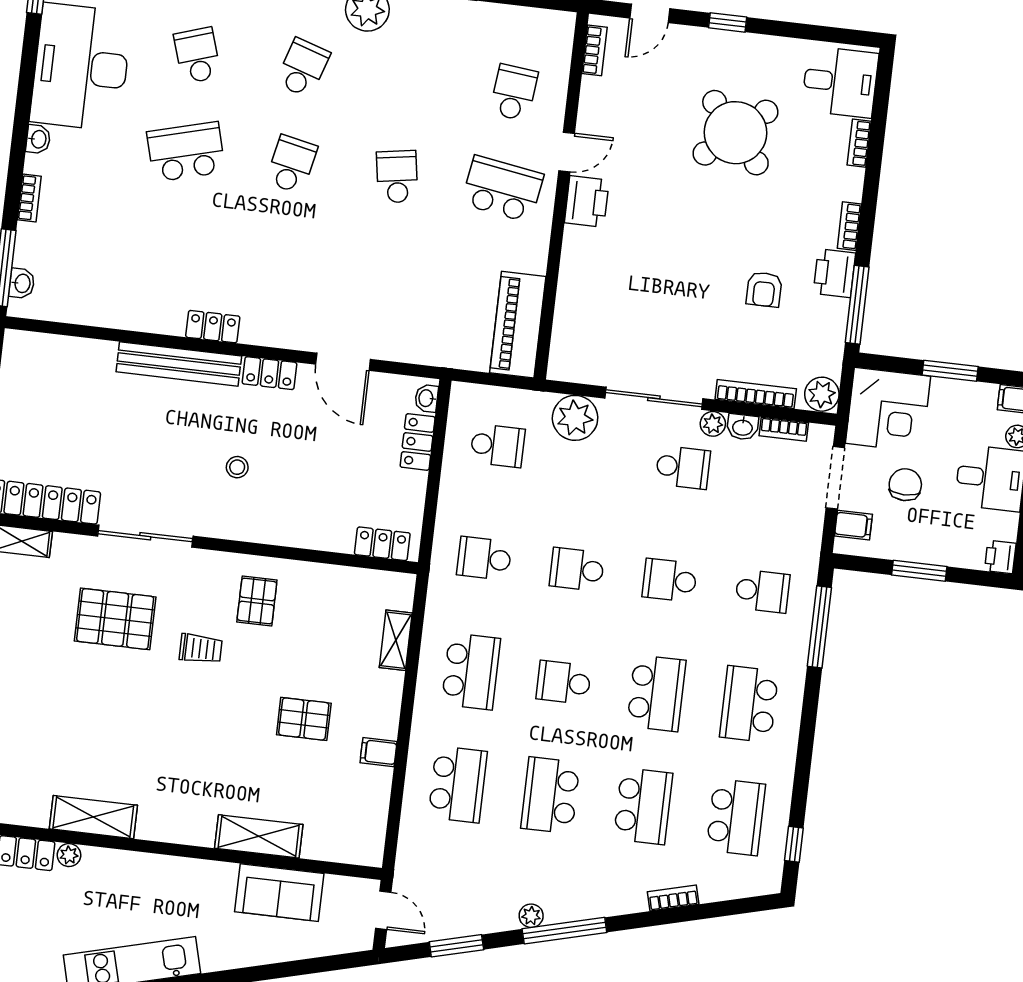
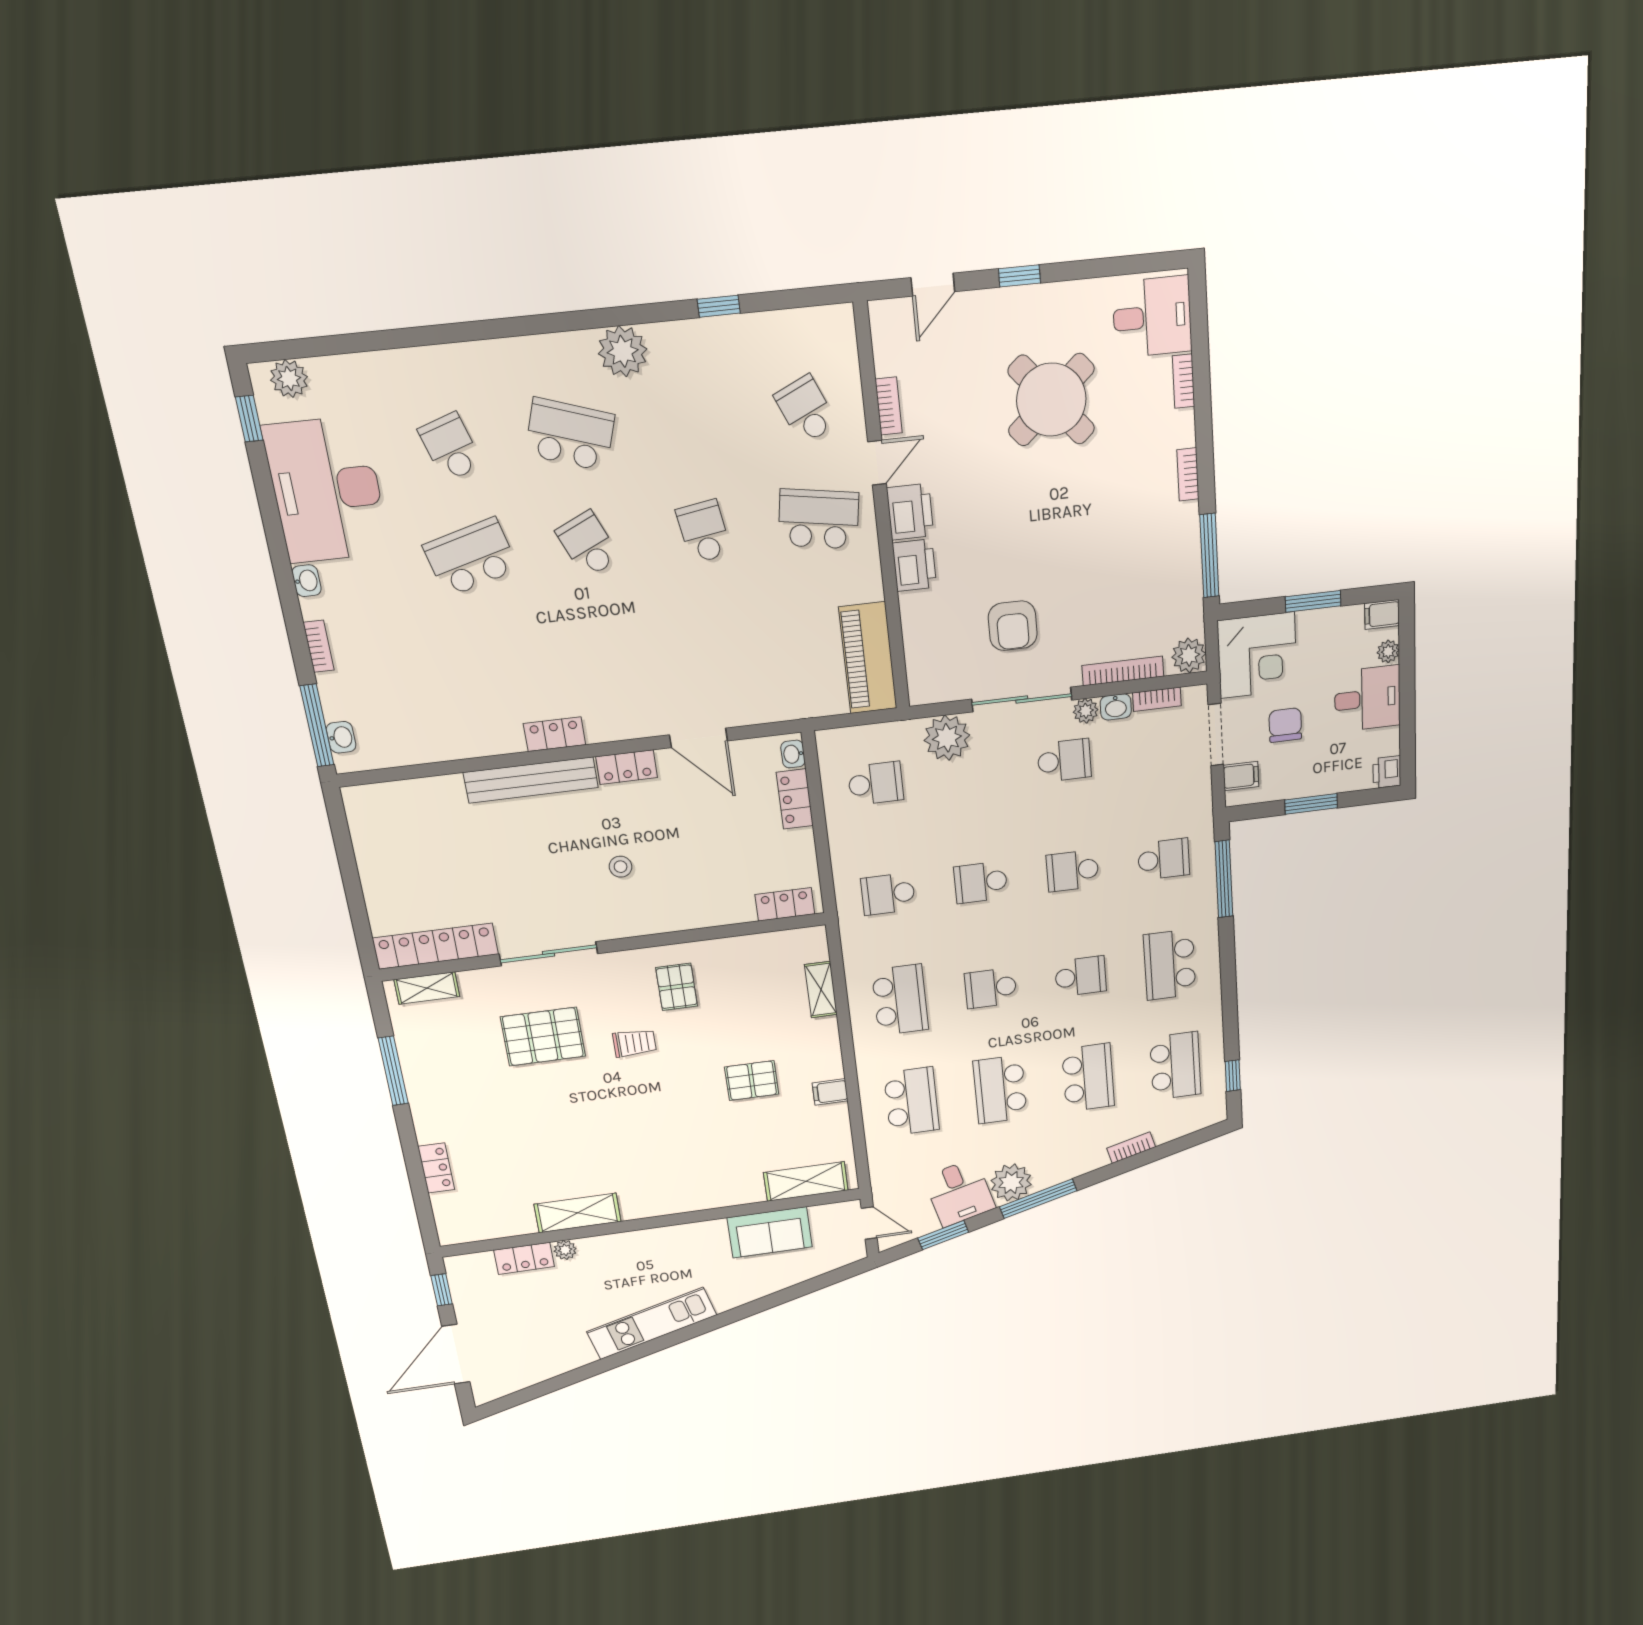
bookcase: (594, 50) -> (889, 406), moved
school desk: (303, 68) -> (570, 435), width x1.85
school desk: (514, 93) -> (806, 410), turned -30
school desk: (292, 164) -> (588, 544), turned -36
printer: (834, 273) -> (914, 565), moved, turned 180
armchair: (764, 289) -> (1013, 626), moved, width x1.38, depth x1.38
school desk: (656, 693) -> (1080, 976), width x0.54
shelving: (259, 836) -> (806, 1181), moved
desk: (484, 901) -> (959, 1193), added
plant: (531, 916) -> (1011, 1183), width x1.88, depth x1.88

